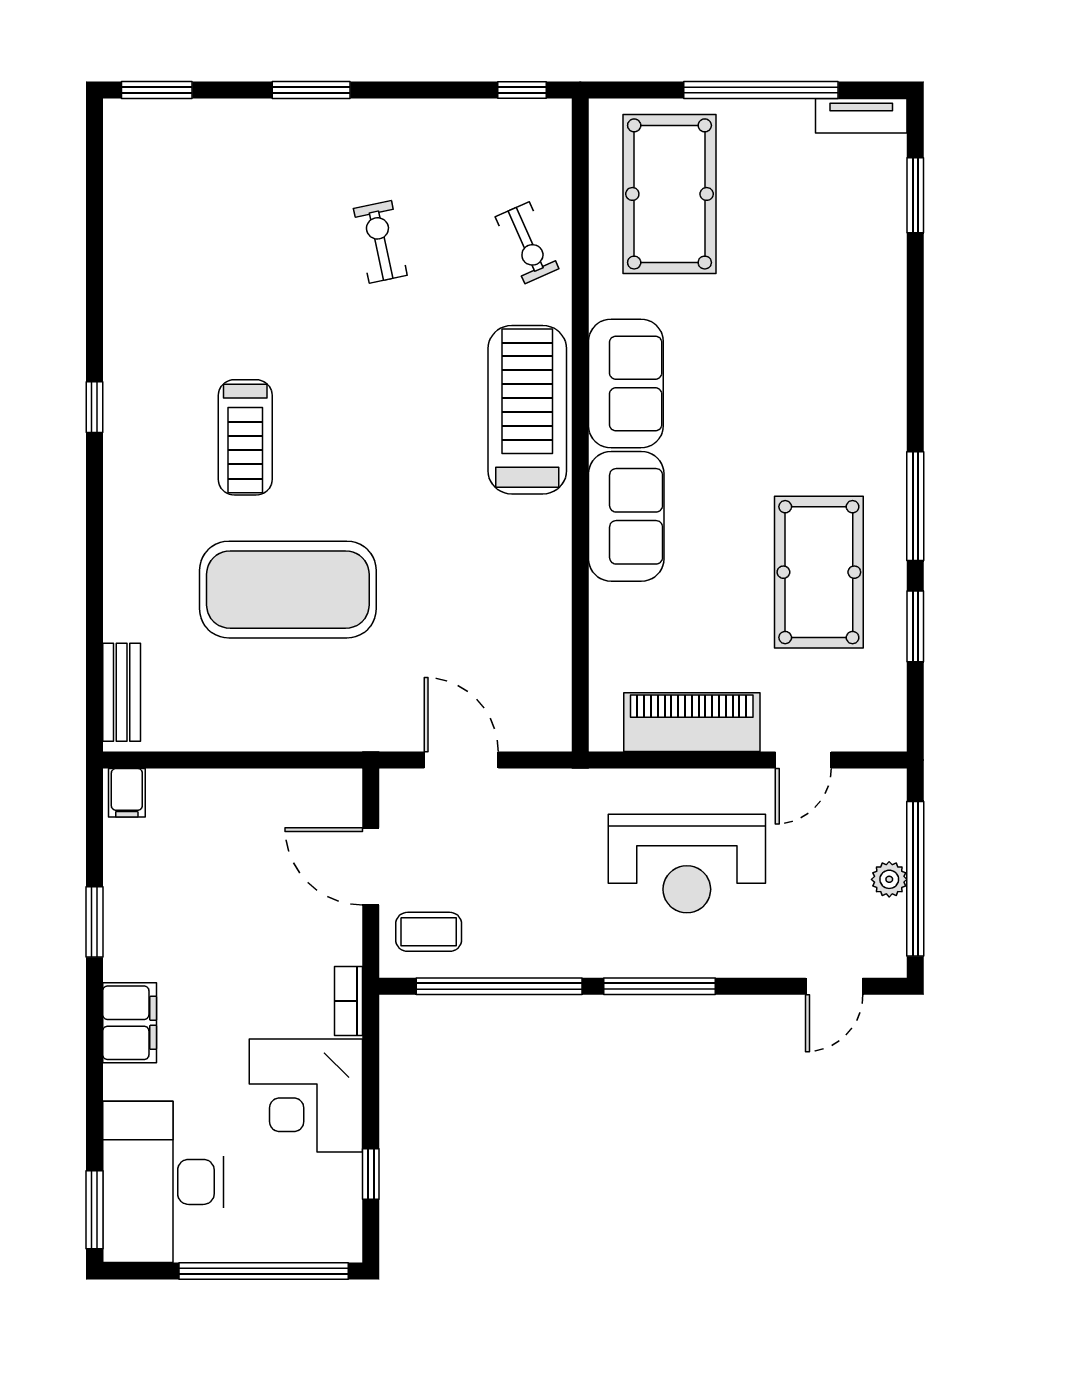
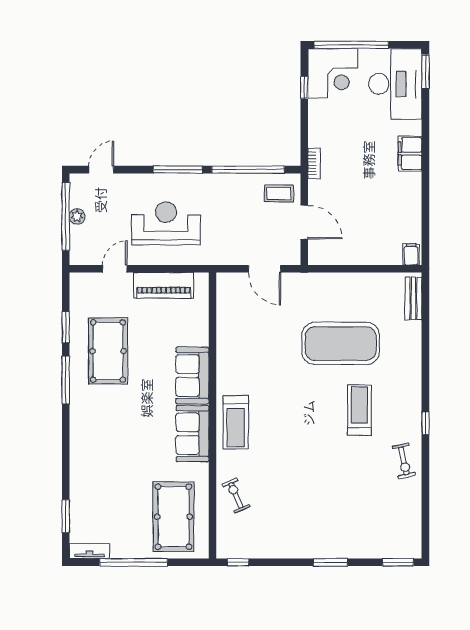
exercise bike: (380, 242) -> (404, 461), moved
treadmill: (527, 410) -> (236, 422), width x0.73, depth x0.73
window: (94, 922) -> (425, 198), removed
corner desk: (306, 1096) -> (333, 73), moved, turned 90

